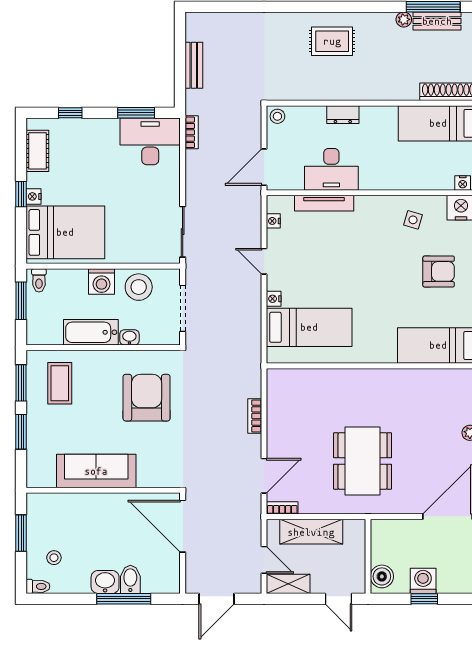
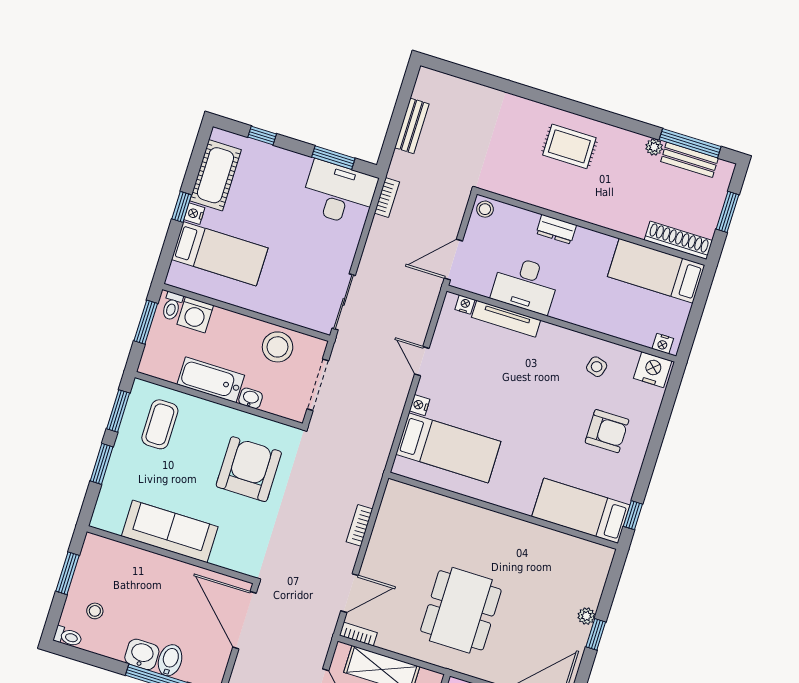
cot: (37, 151) -> (215, 175), width x1.37, depth x1.34
nightstand: (273, 221) -> (465, 305), moved, turned 90
bed: (65, 232) -> (220, 254), width x0.67
washing machine: (101, 282) -> (195, 315), moved

